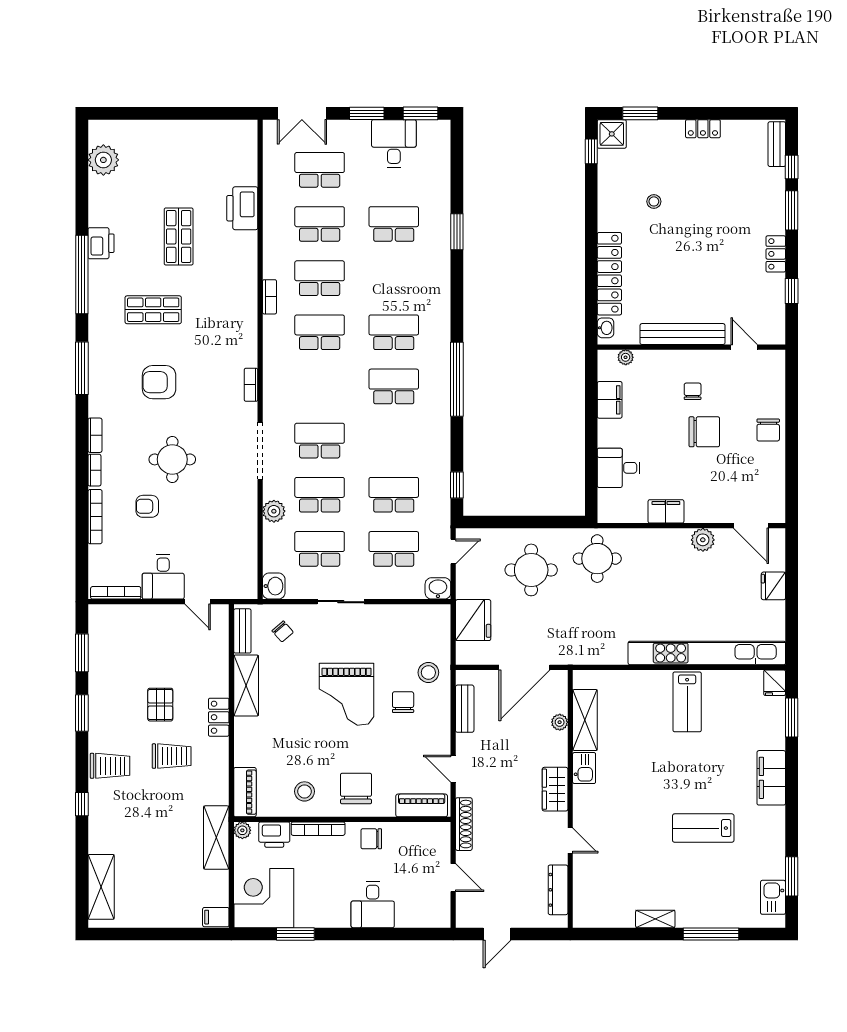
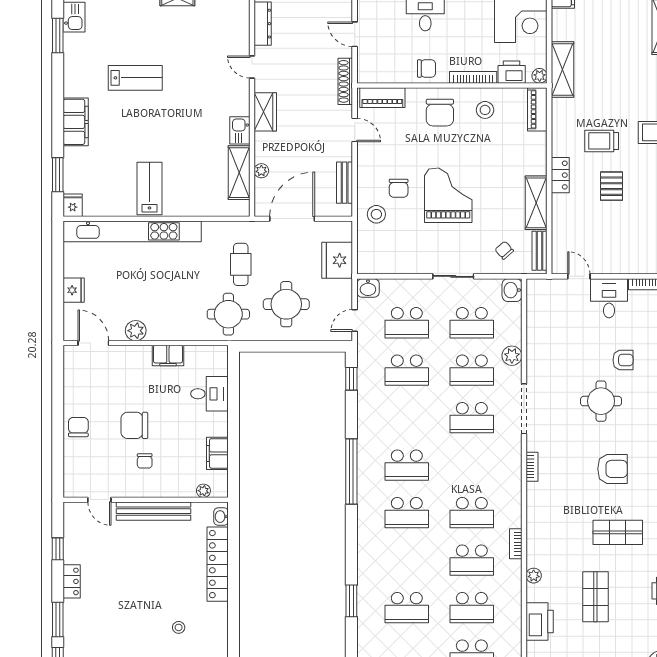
plant: (249, 261) -> (534, 576), added
cafe table: (583, 615) -> (241, 264), added

